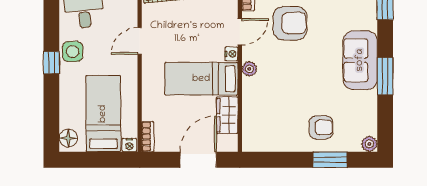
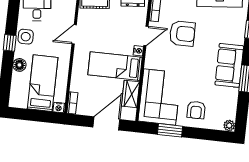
plant: (249, 69) -> (150, 63), removed
corner sofa: (268, 115) -> (160, 97), added
armchair: (321, 127) -> (196, 110), turned 90
floor lamp: (68, 138) -> (19, 65), moved
window: (330, 160) -> (170, 130), moved

